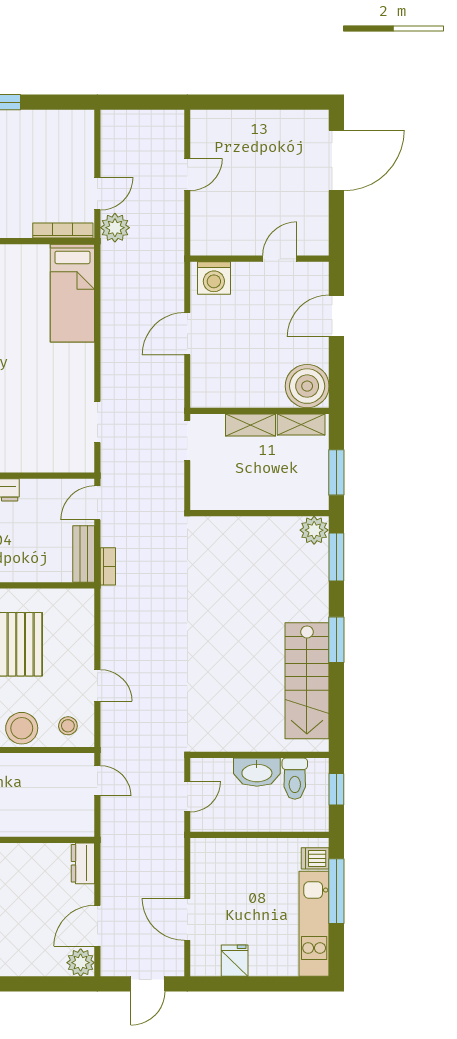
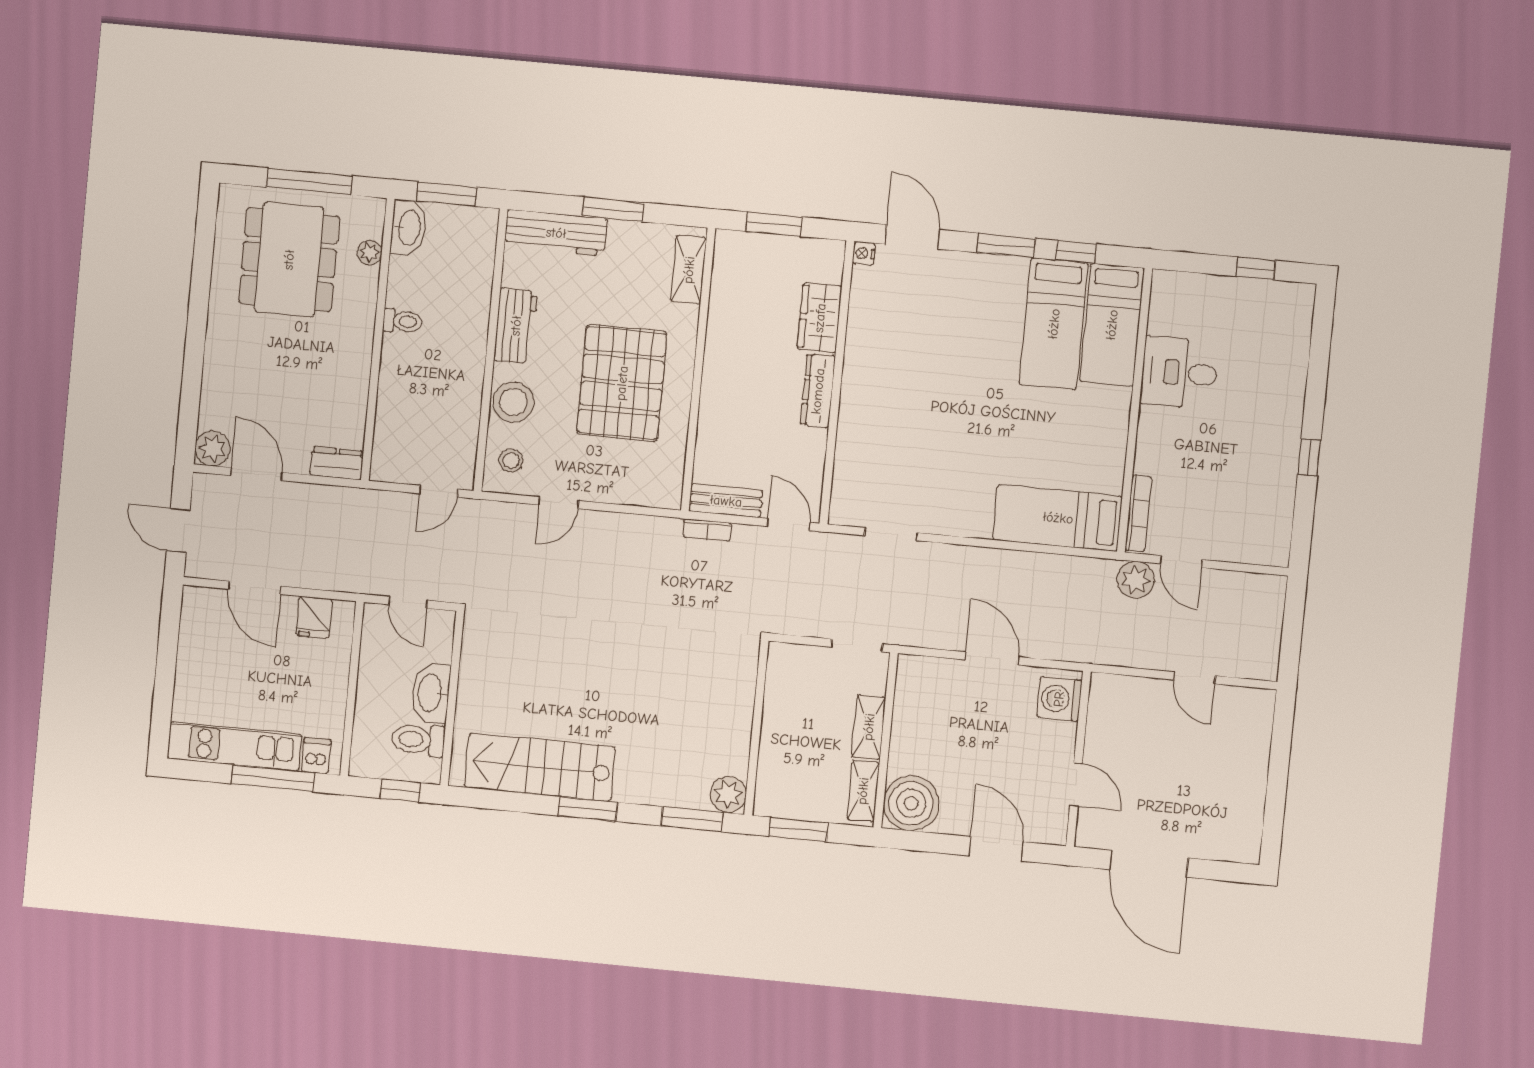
door: (336, 160) -> (1149, 864), moved
door: (187, 919) -> (255, 588), swing flipped
fridge: (235, 961) -> (314, 617), moved, turned 90

